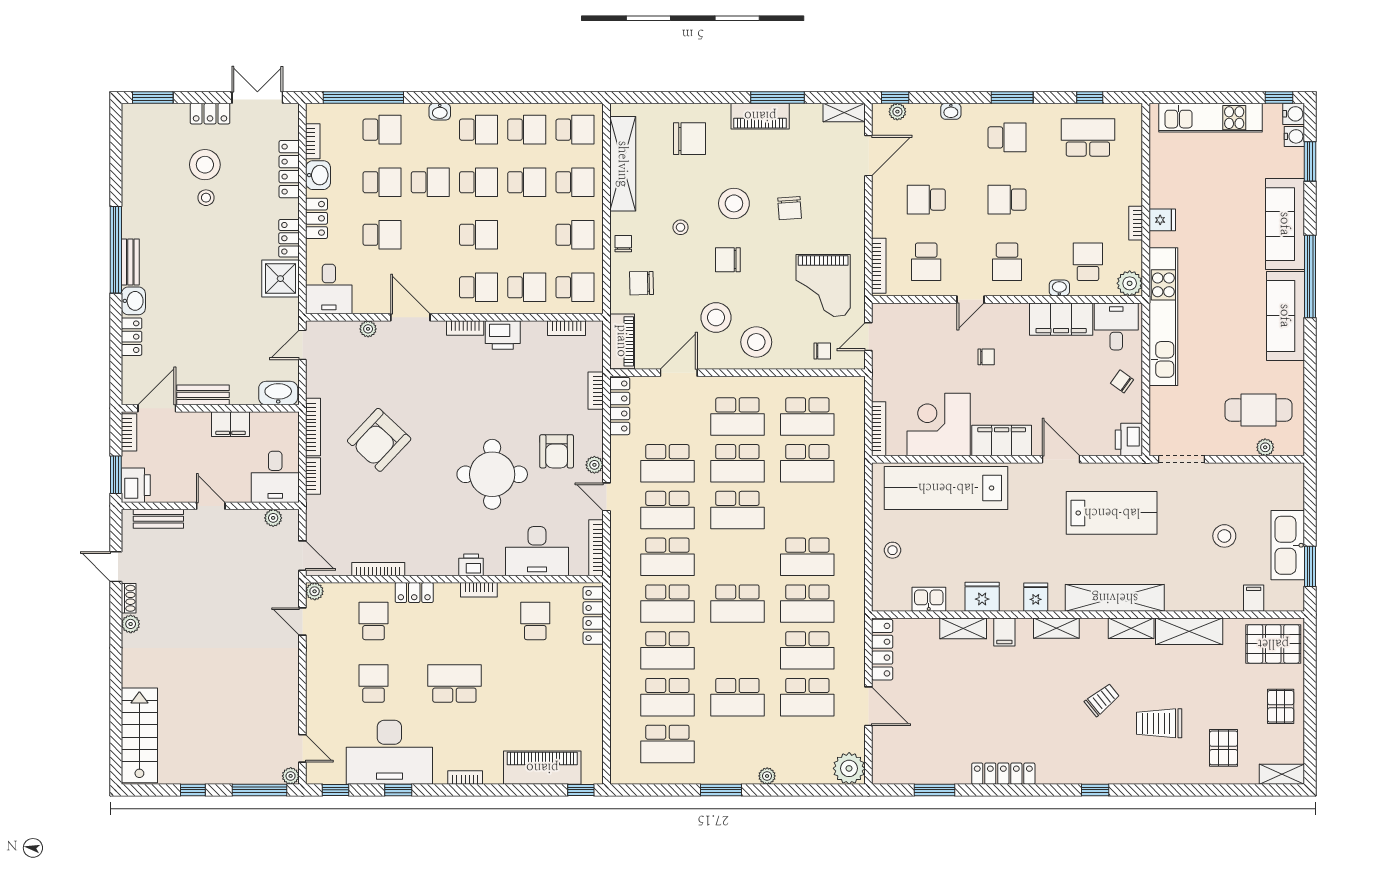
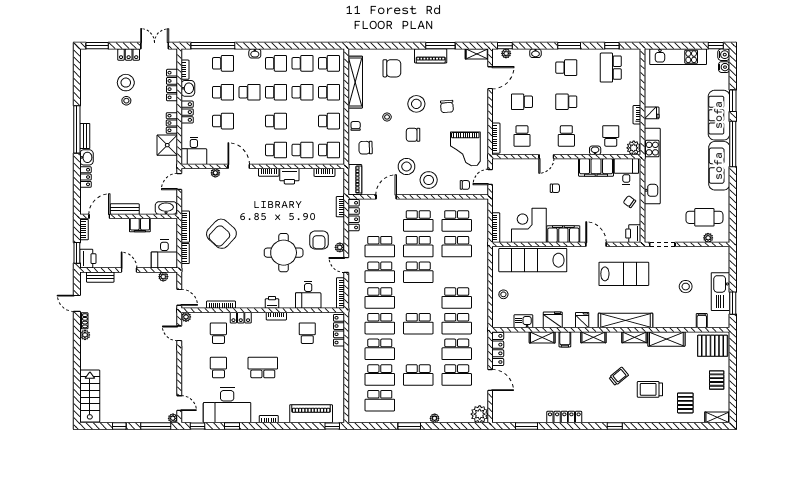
school desk: (1088, 137) -> (611, 68), turned -90
window: (1310, 161) -> (733, 101), moved
desk: (537, 551) -> (308, 295), width x0.73

